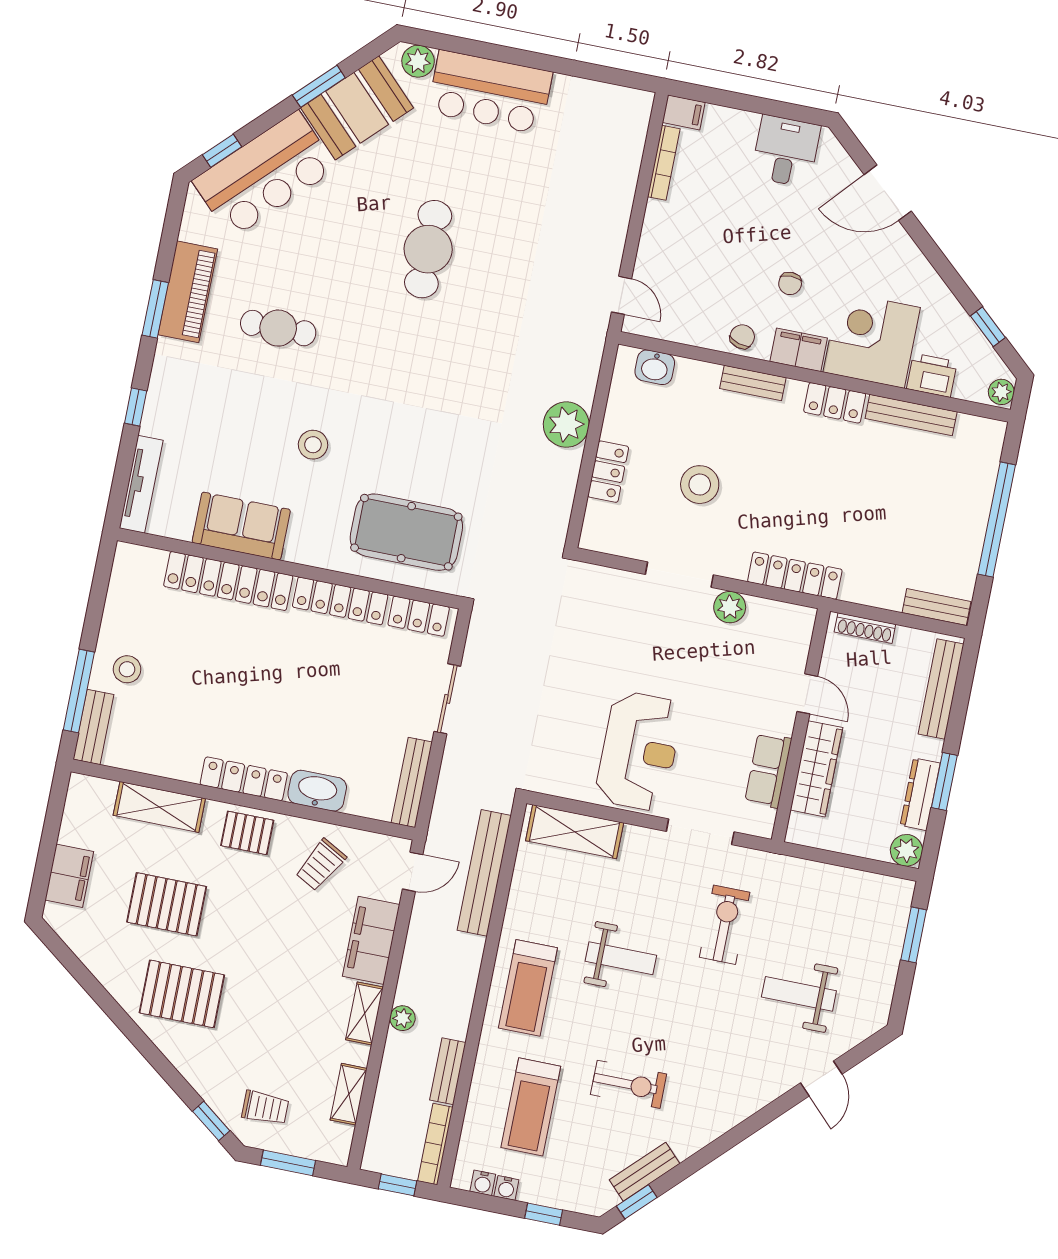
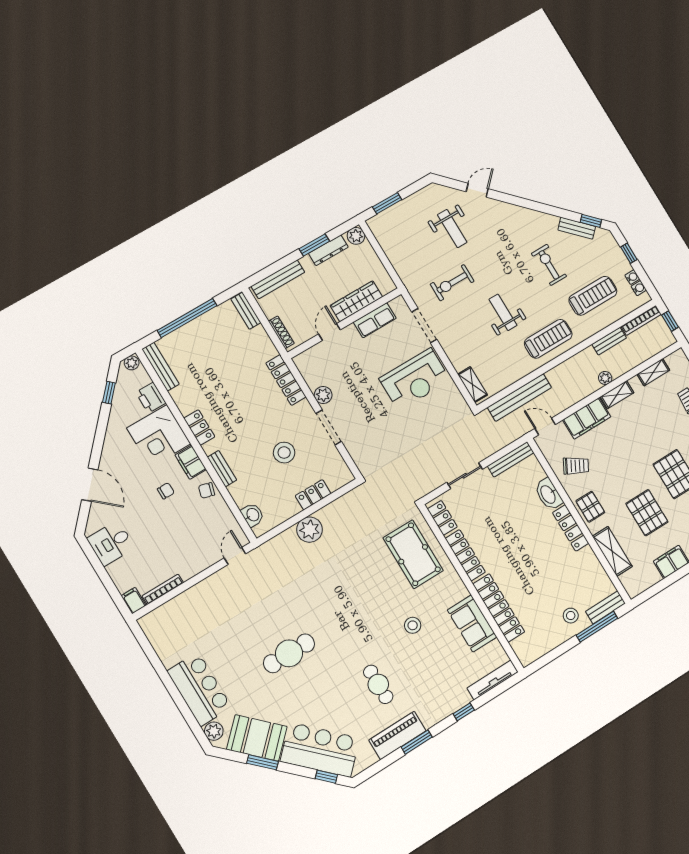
bench: (911, 415) -> (160, 367), moved
reception desk: (639, 751) -> (415, 379), turned 180
shelving: (575, 832) -> (473, 385), width x0.67, depth x0.75

